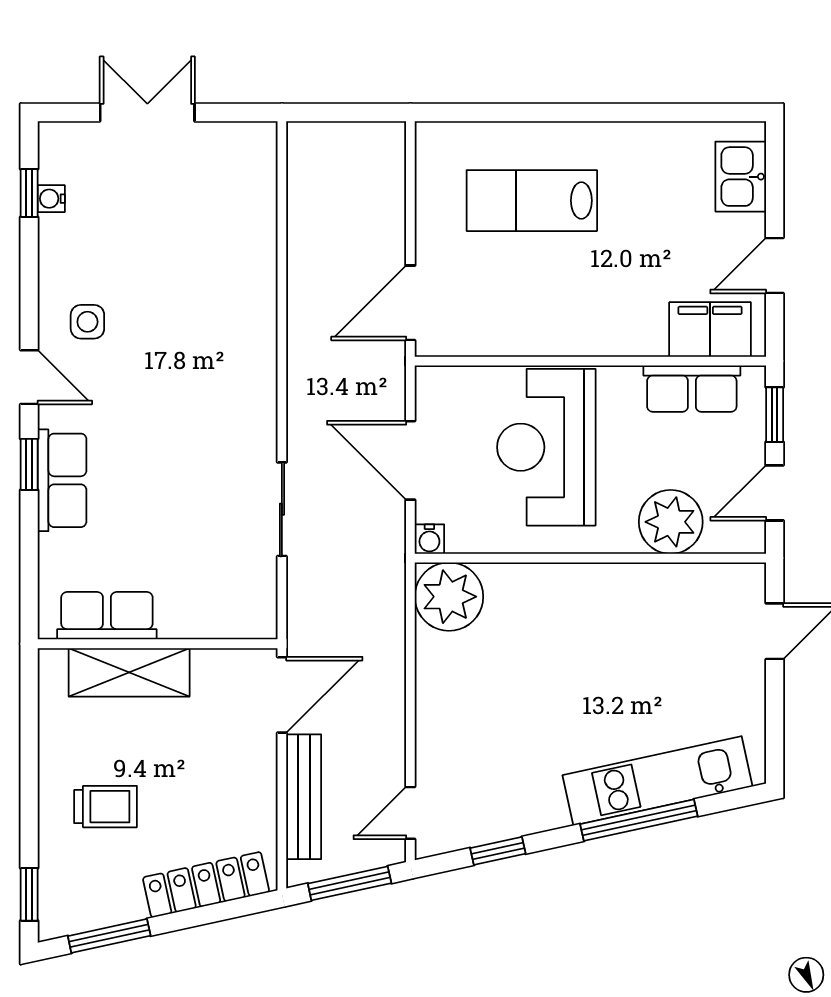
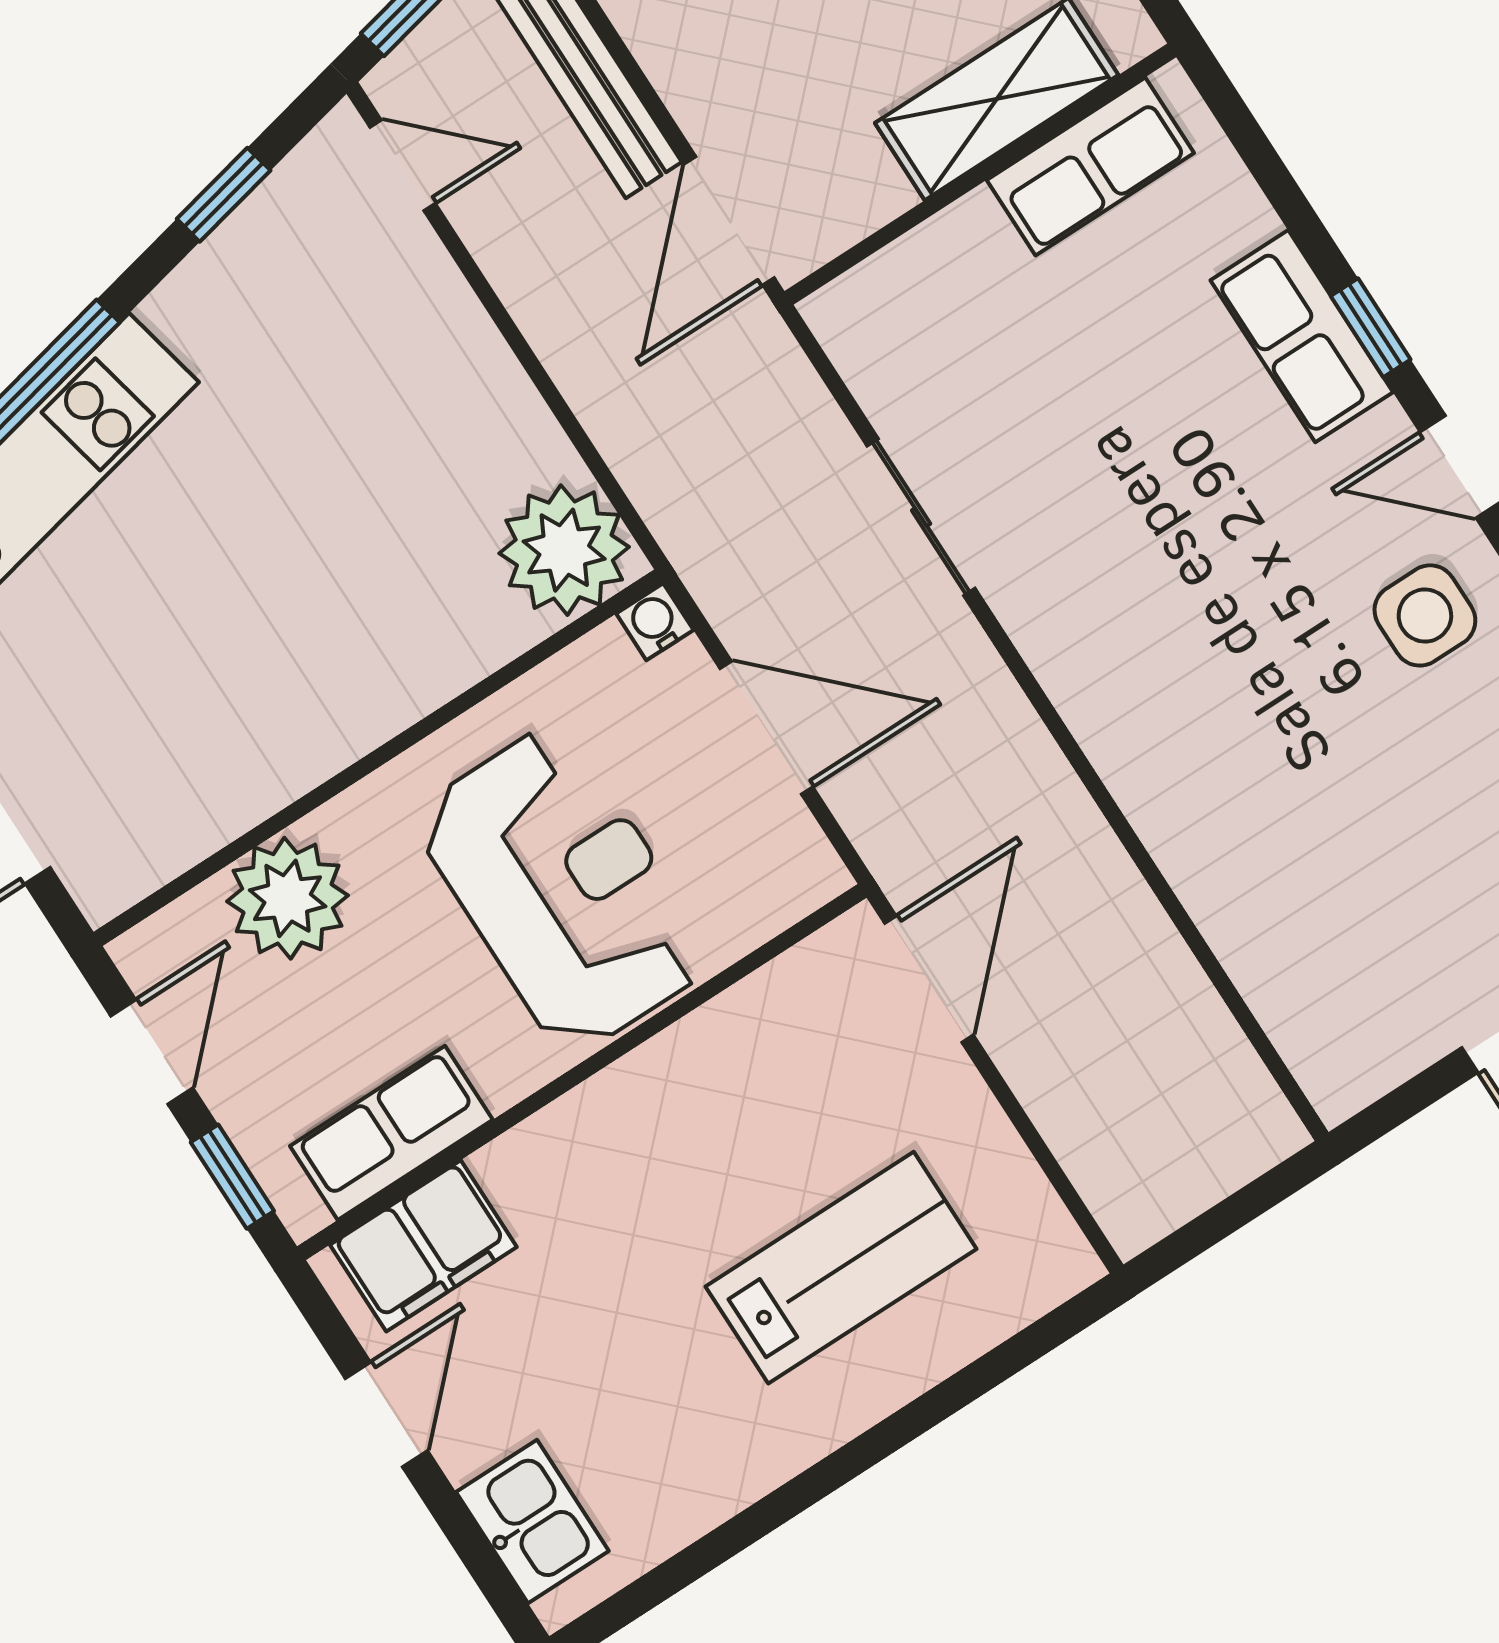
side table: (87, 322) -> (1425, 615), width x1.37, depth x1.37
door: (410, 813) -> (403, 165), hinge flipped

